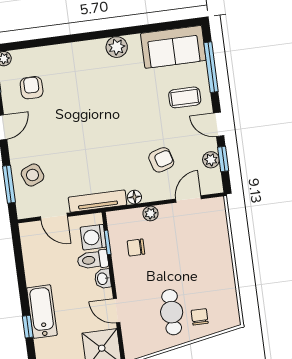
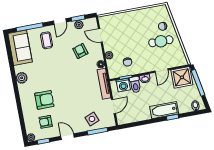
armchair: (73, 87) -> (44, 100), added

